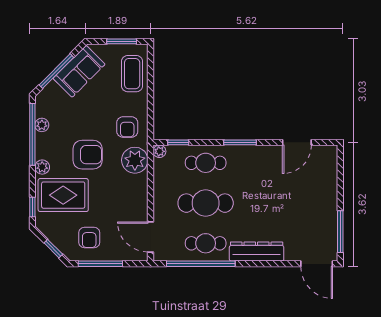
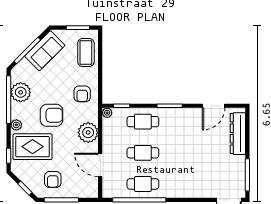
plant: (42, 125) -> (21, 92), width x1.87, depth x1.87
plant: (135, 160) -> (88, 133), moved
cafe table: (206, 203) -> (143, 153), width x0.73, depth x0.74
door: (150, 237) -> (100, 165), moved
dresser: (257, 252) -> (238, 134), moved, turned -90

